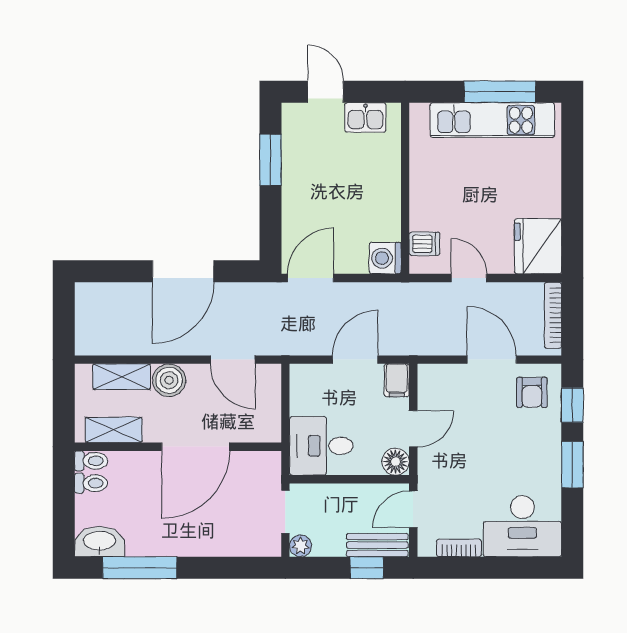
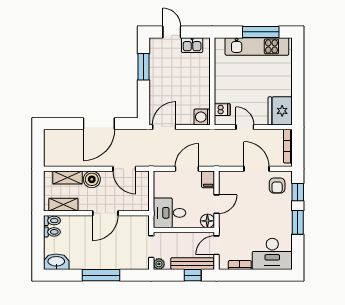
door: (196, 447) -> (105, 213), width x0.73
bench: (377, 545) -> (192, 264), width x1.36
window: (140, 568) -> (101, 275), moved

